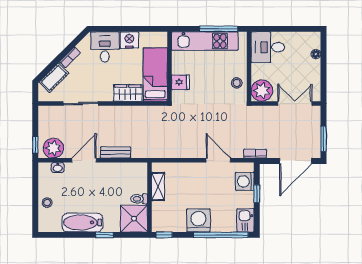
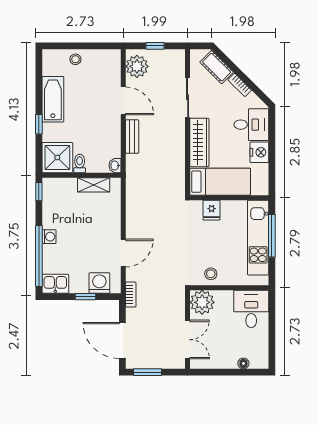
window: (219, 29) -> (272, 236), moved
wardrobe: (128, 93) -> (199, 142), width x1.50
window: (35, 145) -> (155, 46), moved
washbasin: (58, 168) -> (115, 166), moved
washing machine: (198, 220) -> (49, 237), width x0.53, depth x0.53

